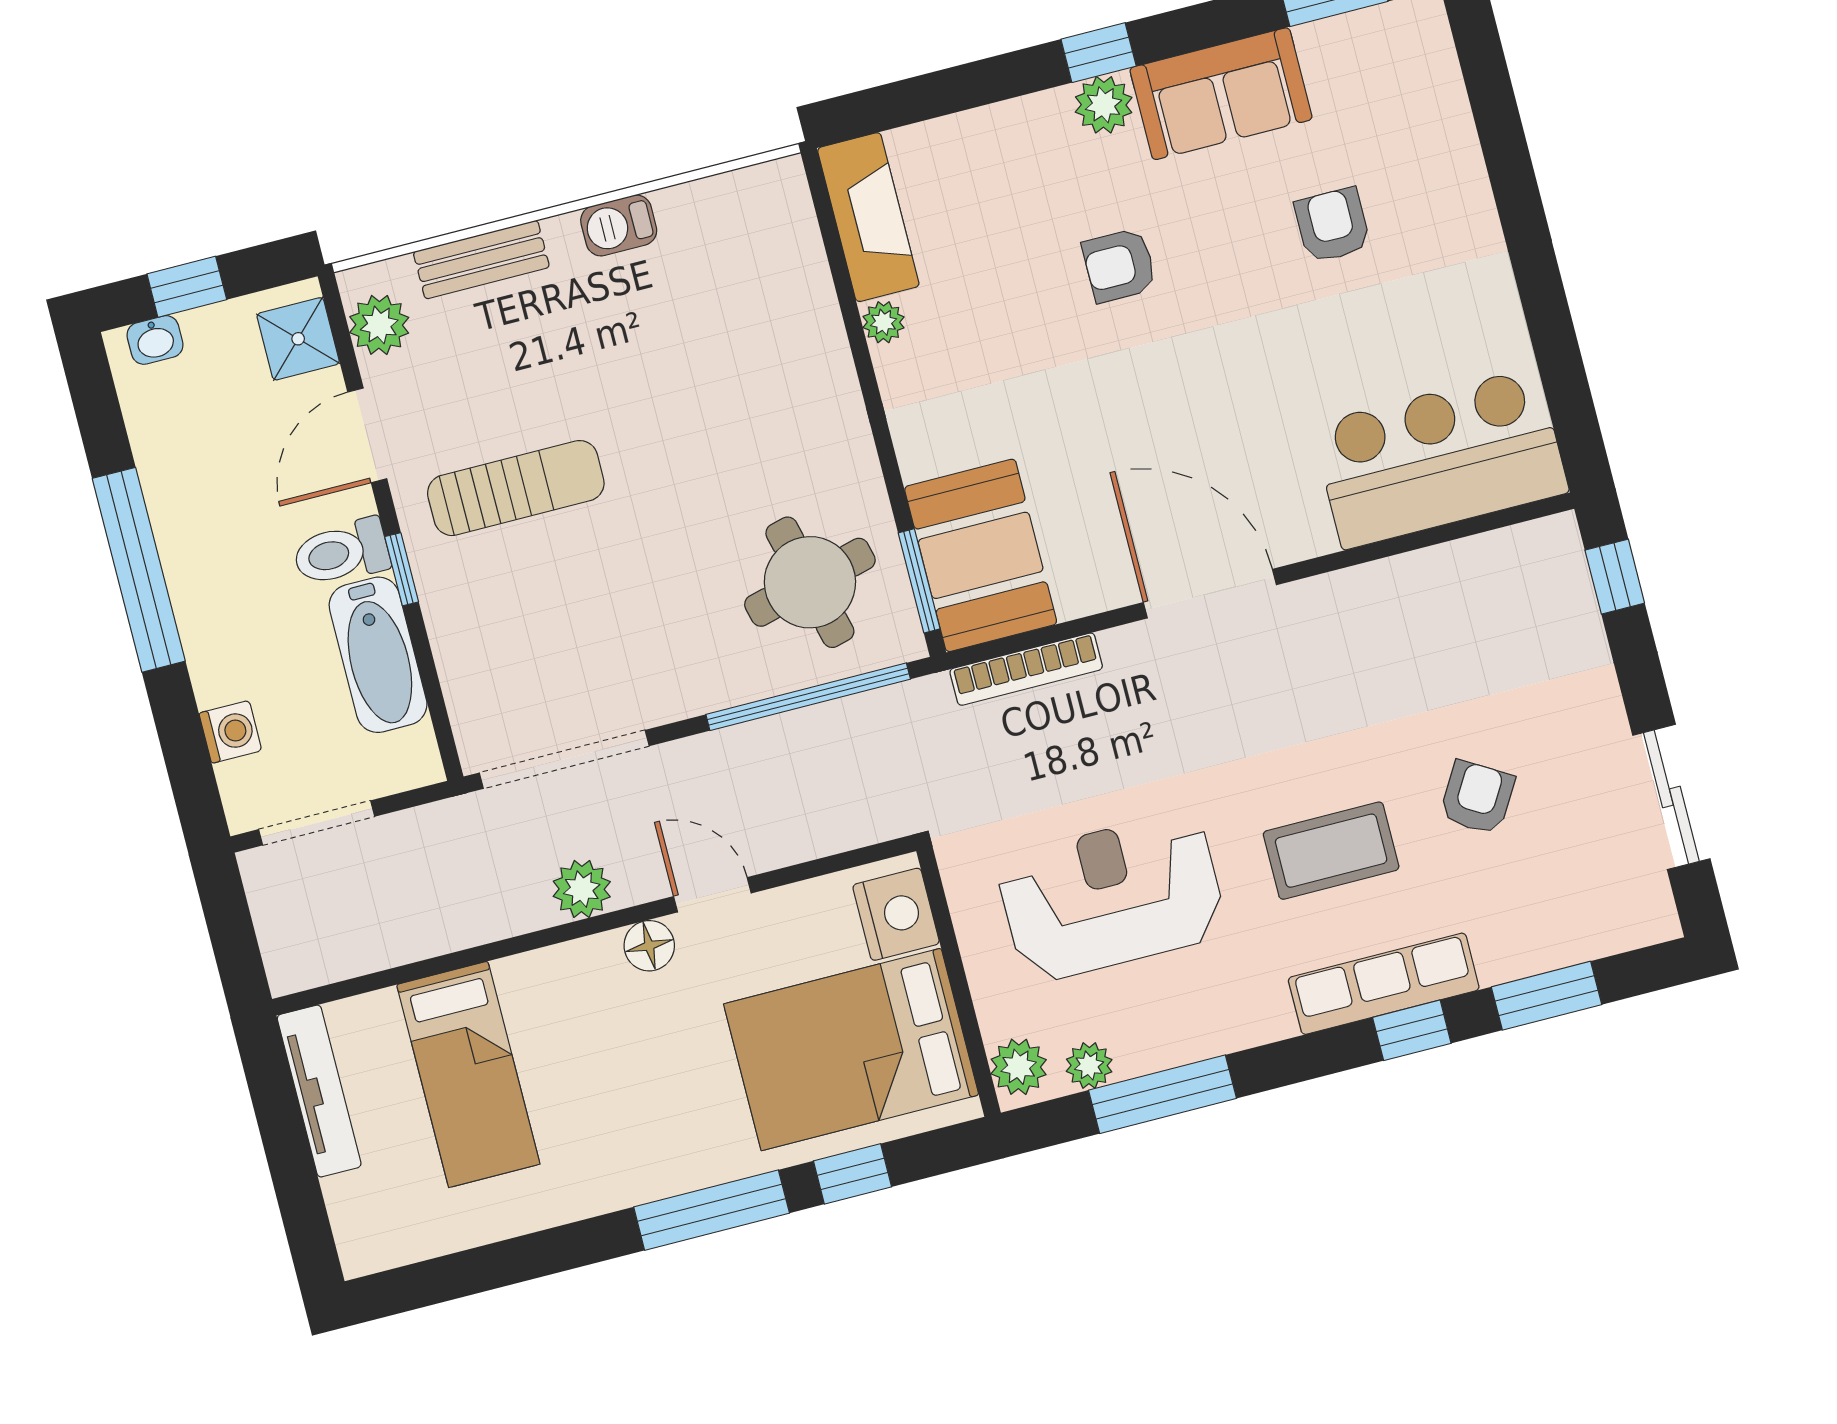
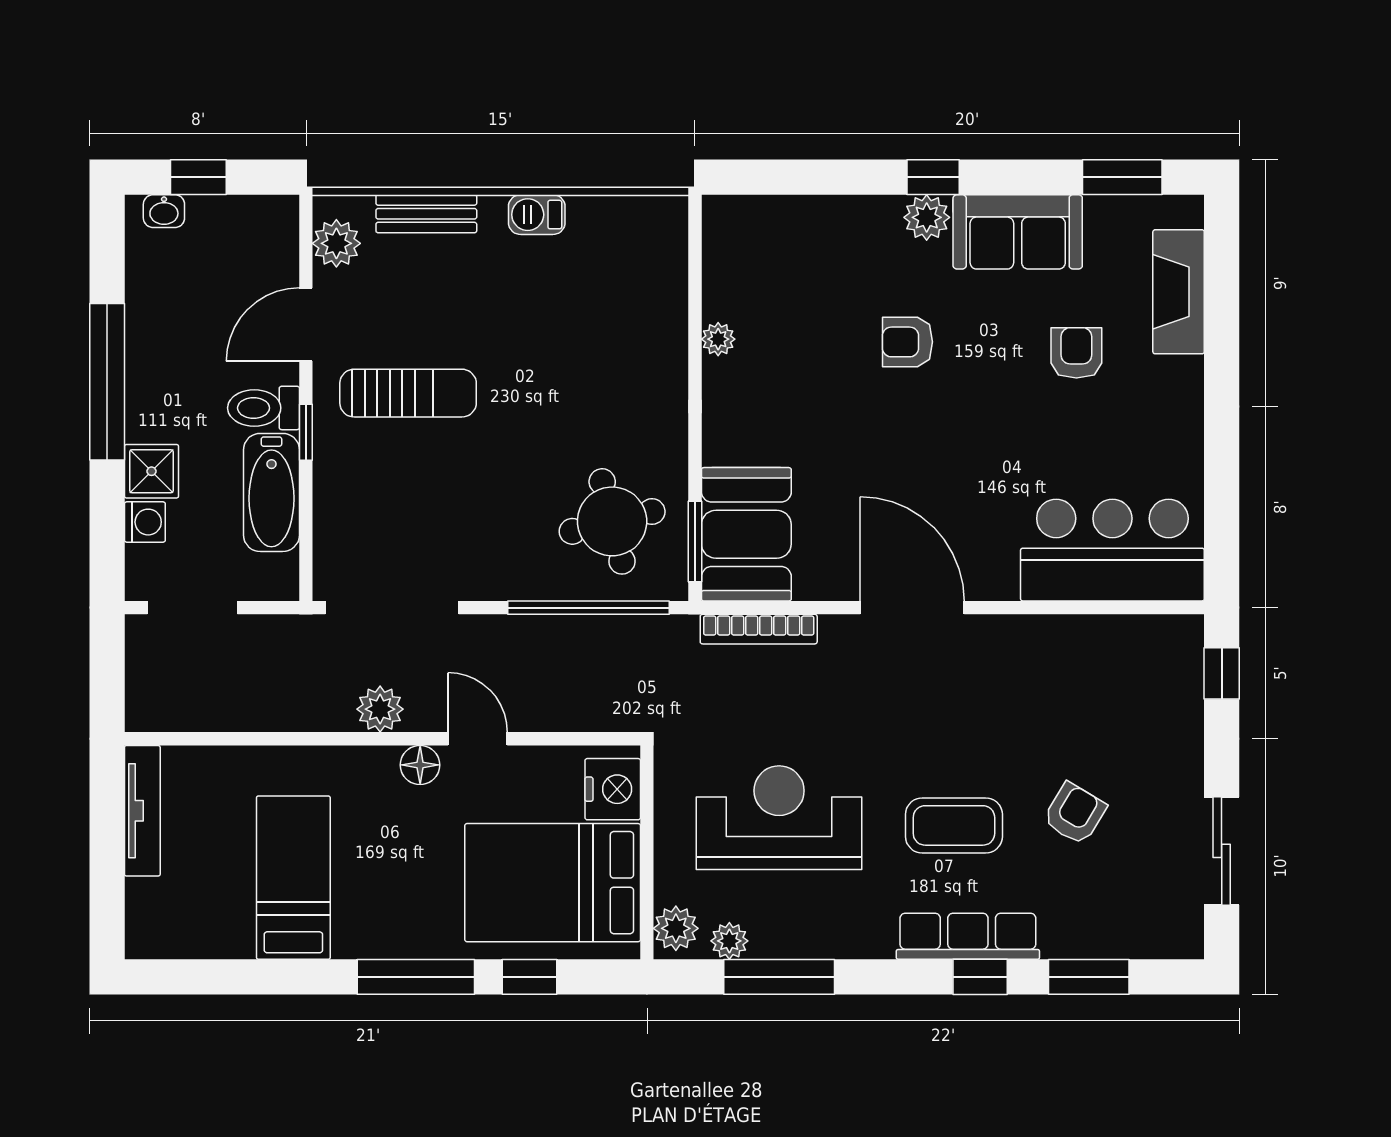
fireplace: (868, 217) -> (1179, 292), moved, turned 180
shower: (298, 339) -> (152, 471), moved
bed: (468, 1074) -> (293, 878), moved, turned 180

